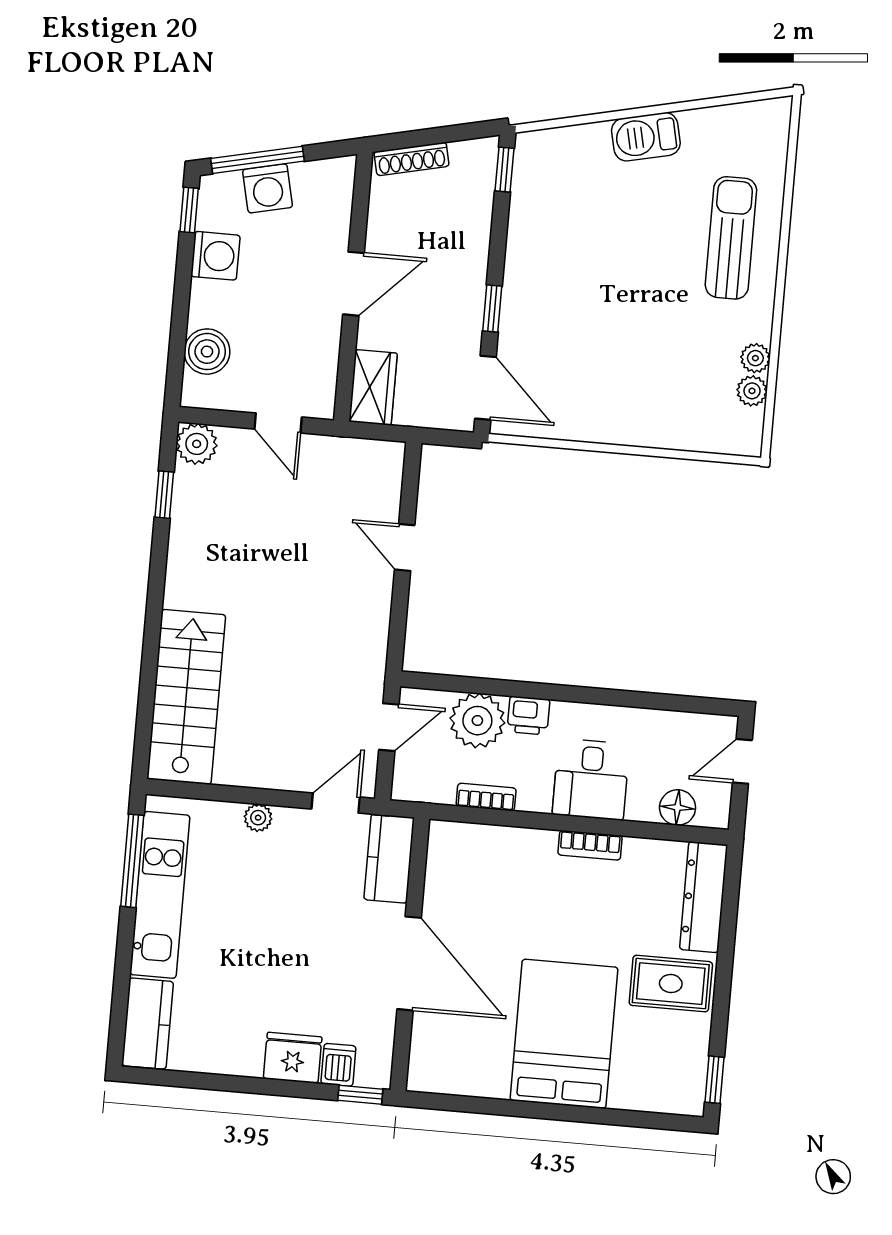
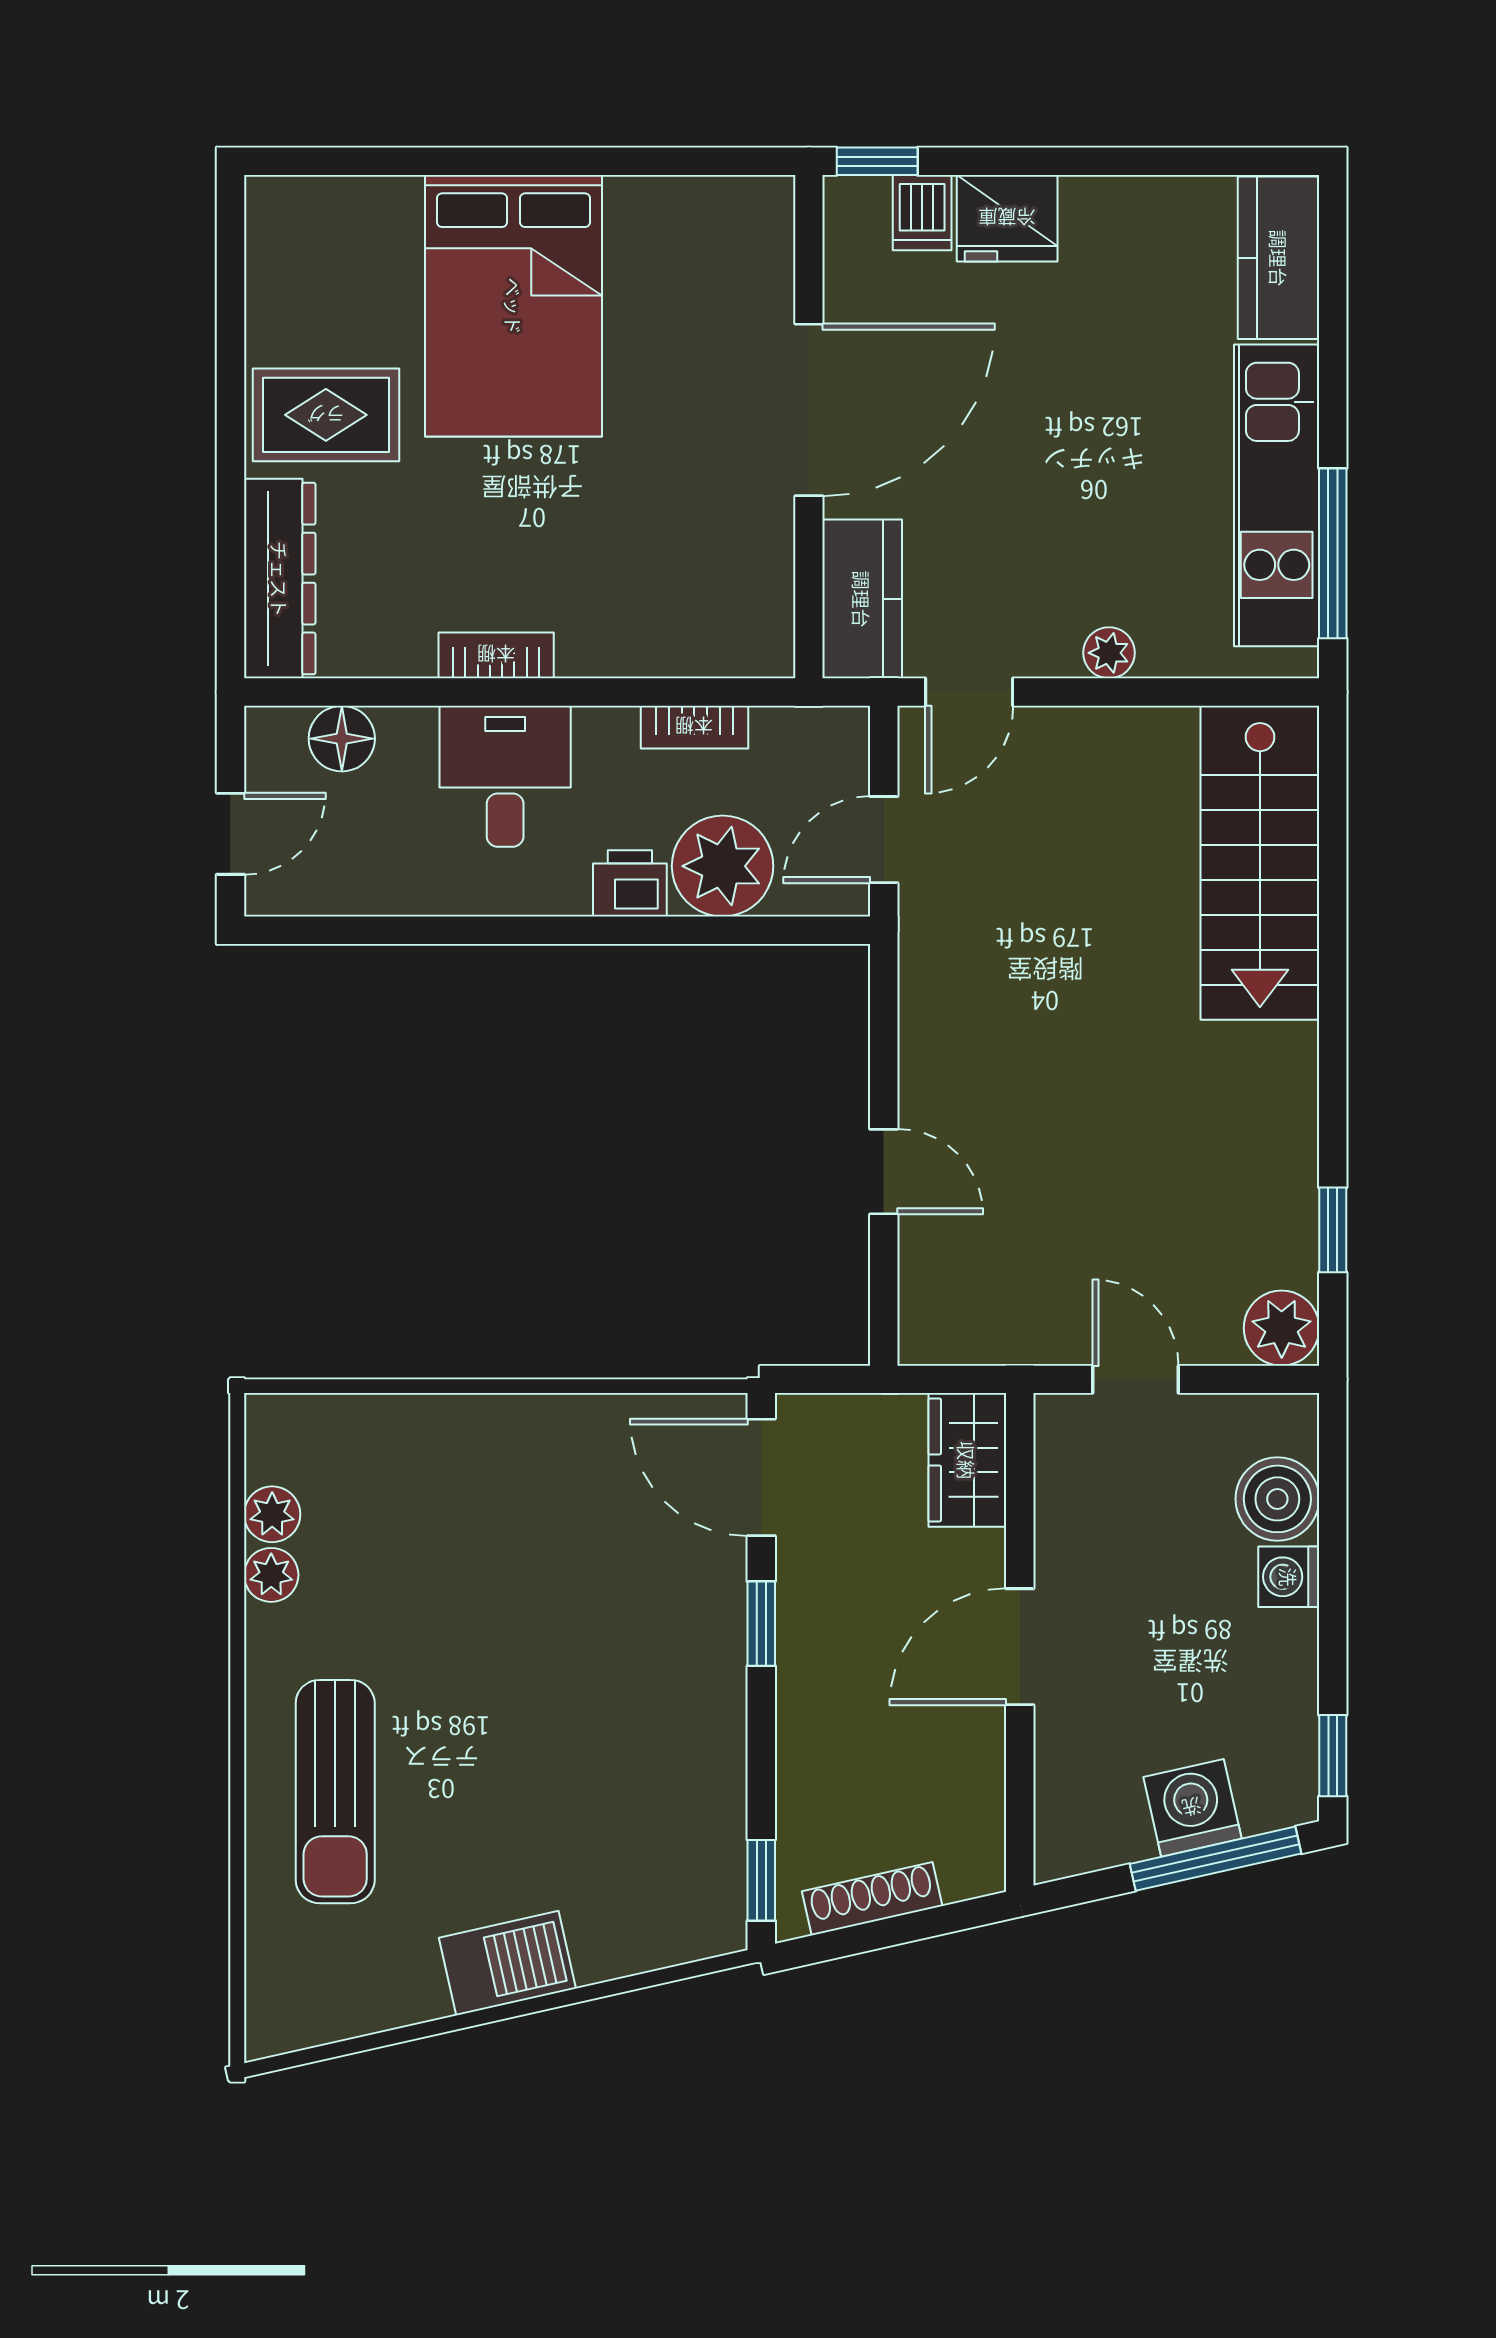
shoe rack: (412, 159) -> (872, 1899), moved
washing machine: (215, 256) -> (1289, 1577), moved, width x0.73, depth x0.73
door: (409, 963) -> (809, 410), swing flipped
window: (714, 1080) -> (230, 246), removed

